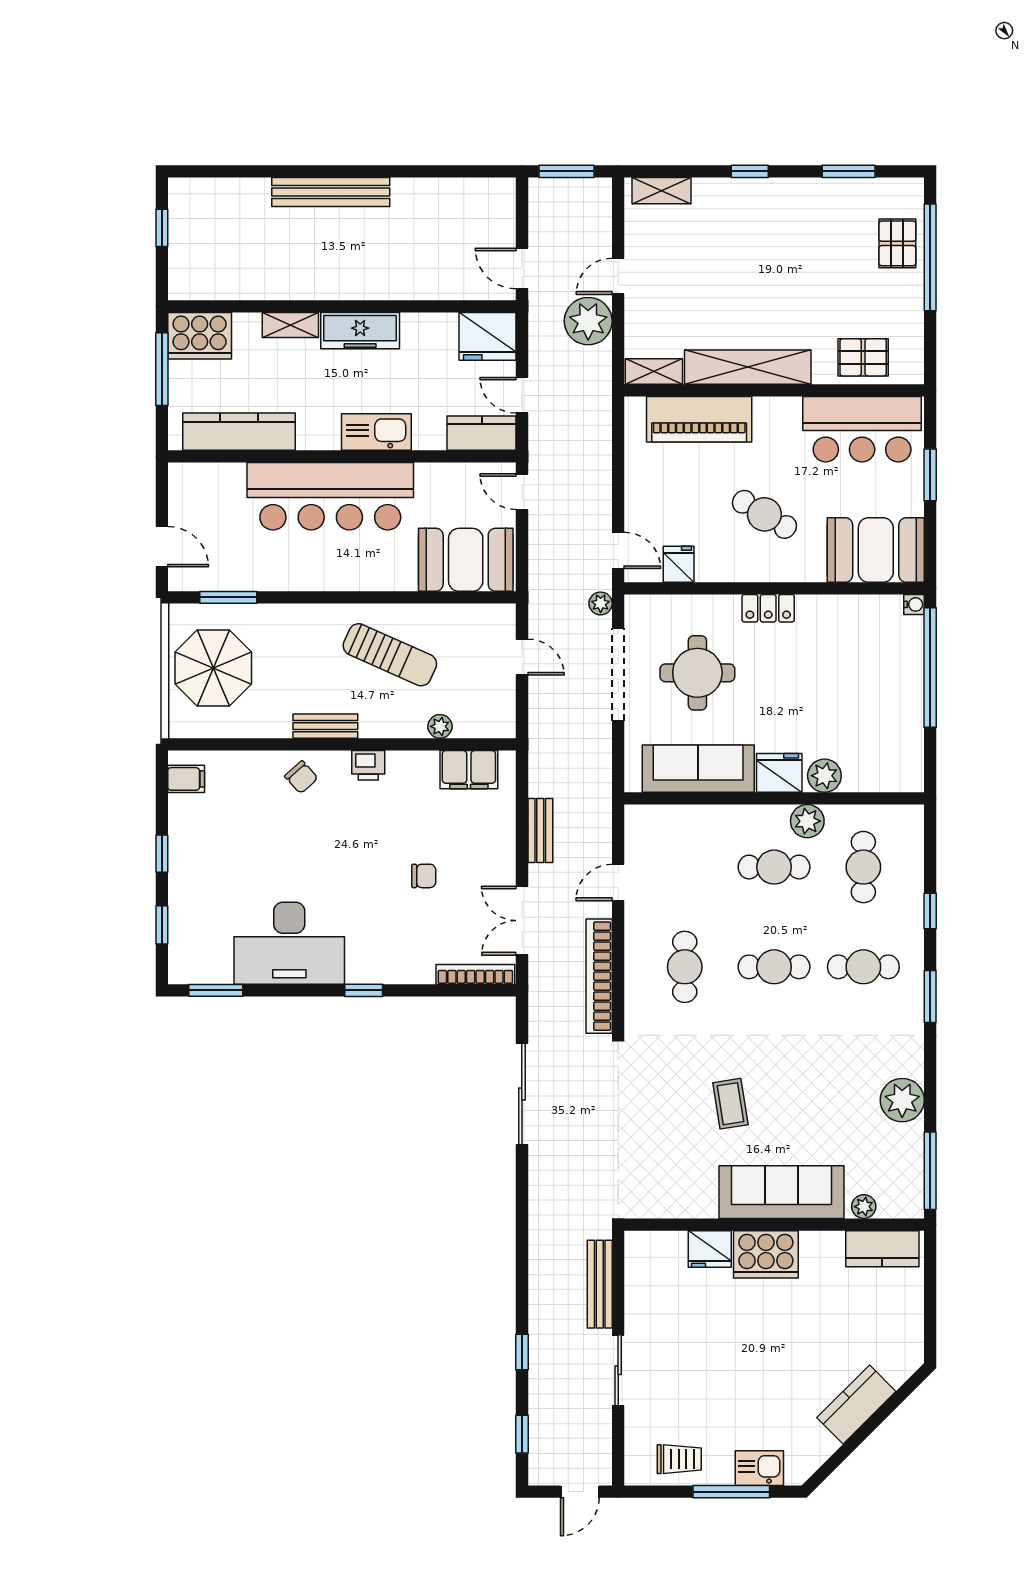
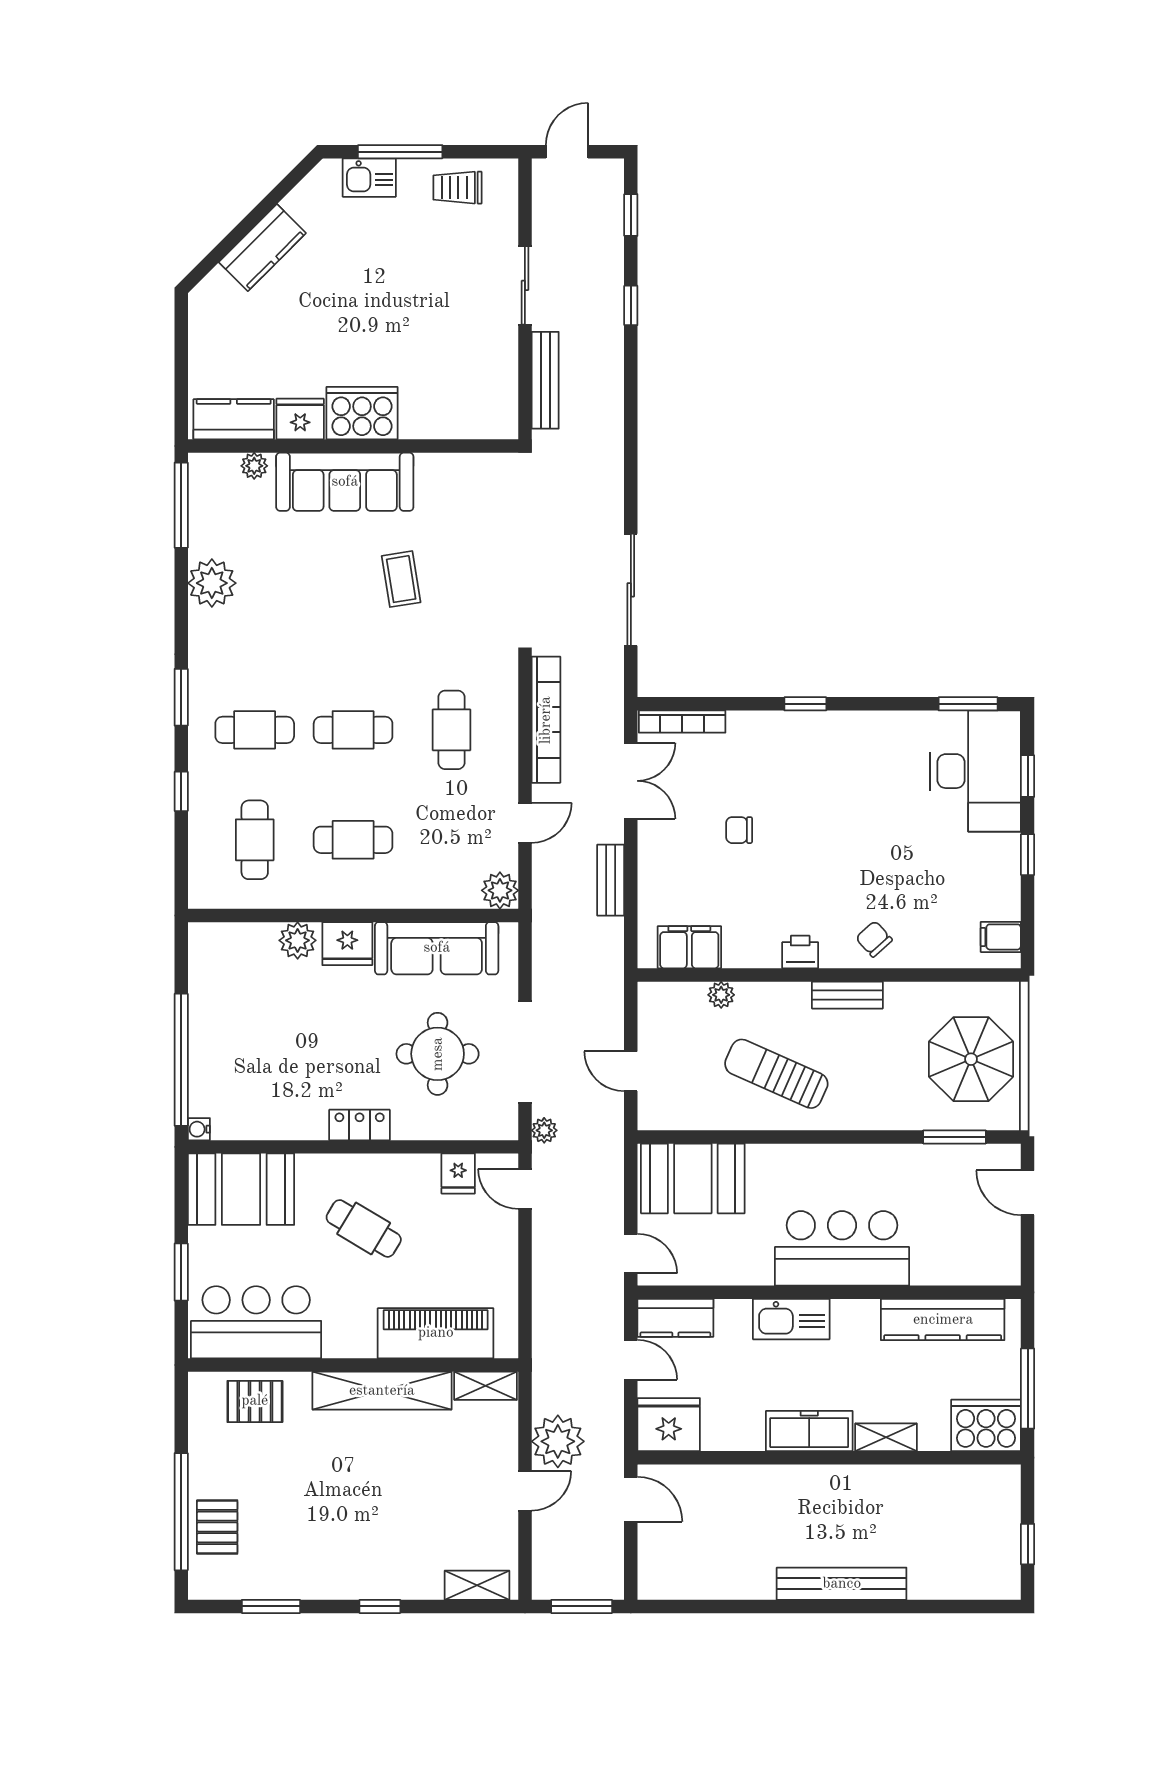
bar counter: (330, 496) -> (842, 1248), width x0.73
plant: (807, 821) -> (500, 890), moved
desk: (289, 943) -> (976, 771), moved, turned 90
fridge: (710, 1249) -> (300, 419), moved

